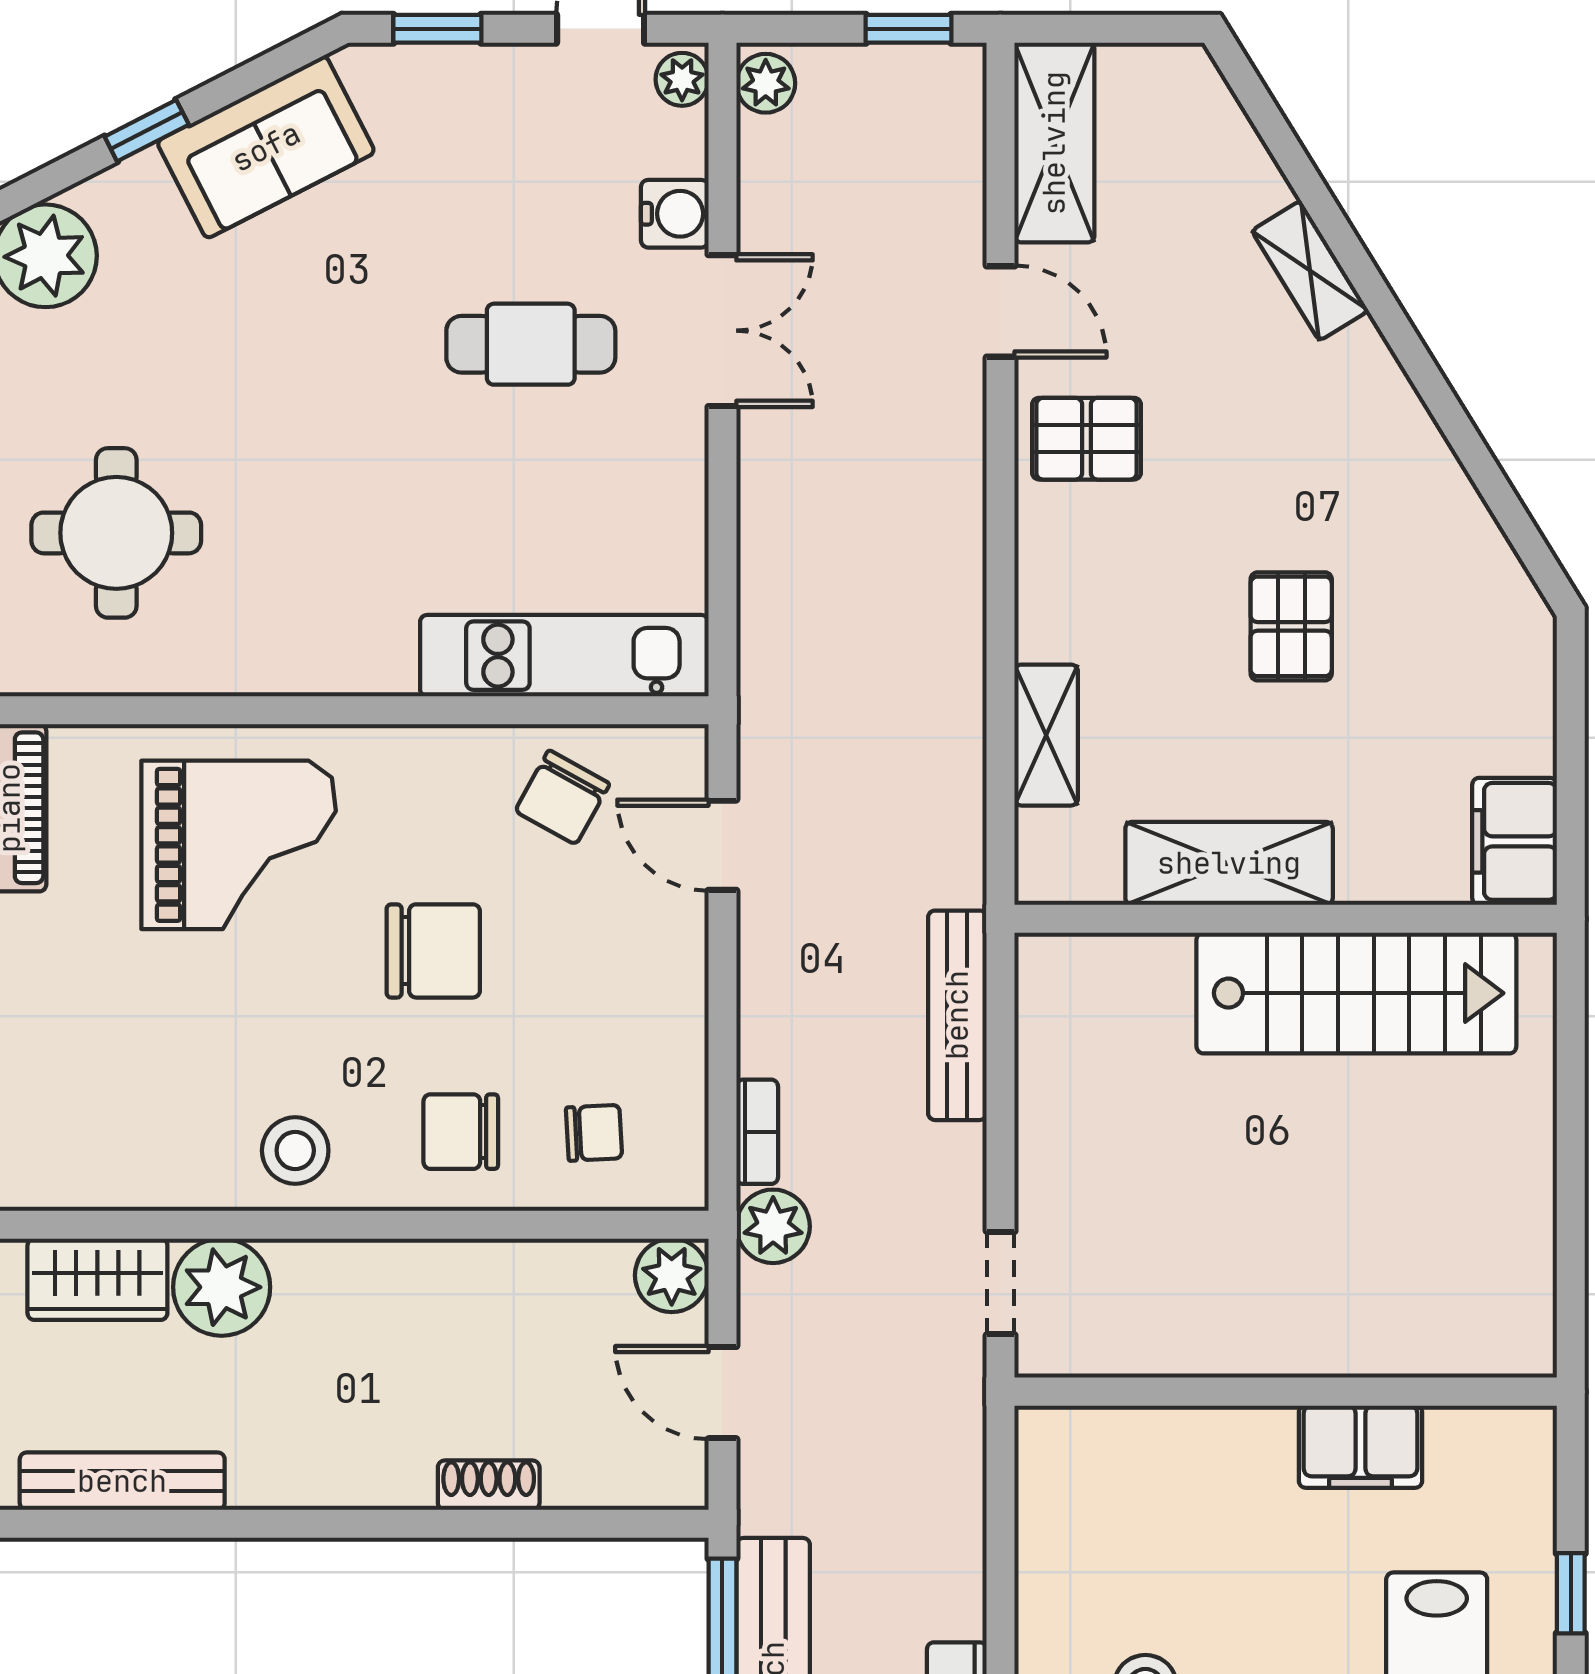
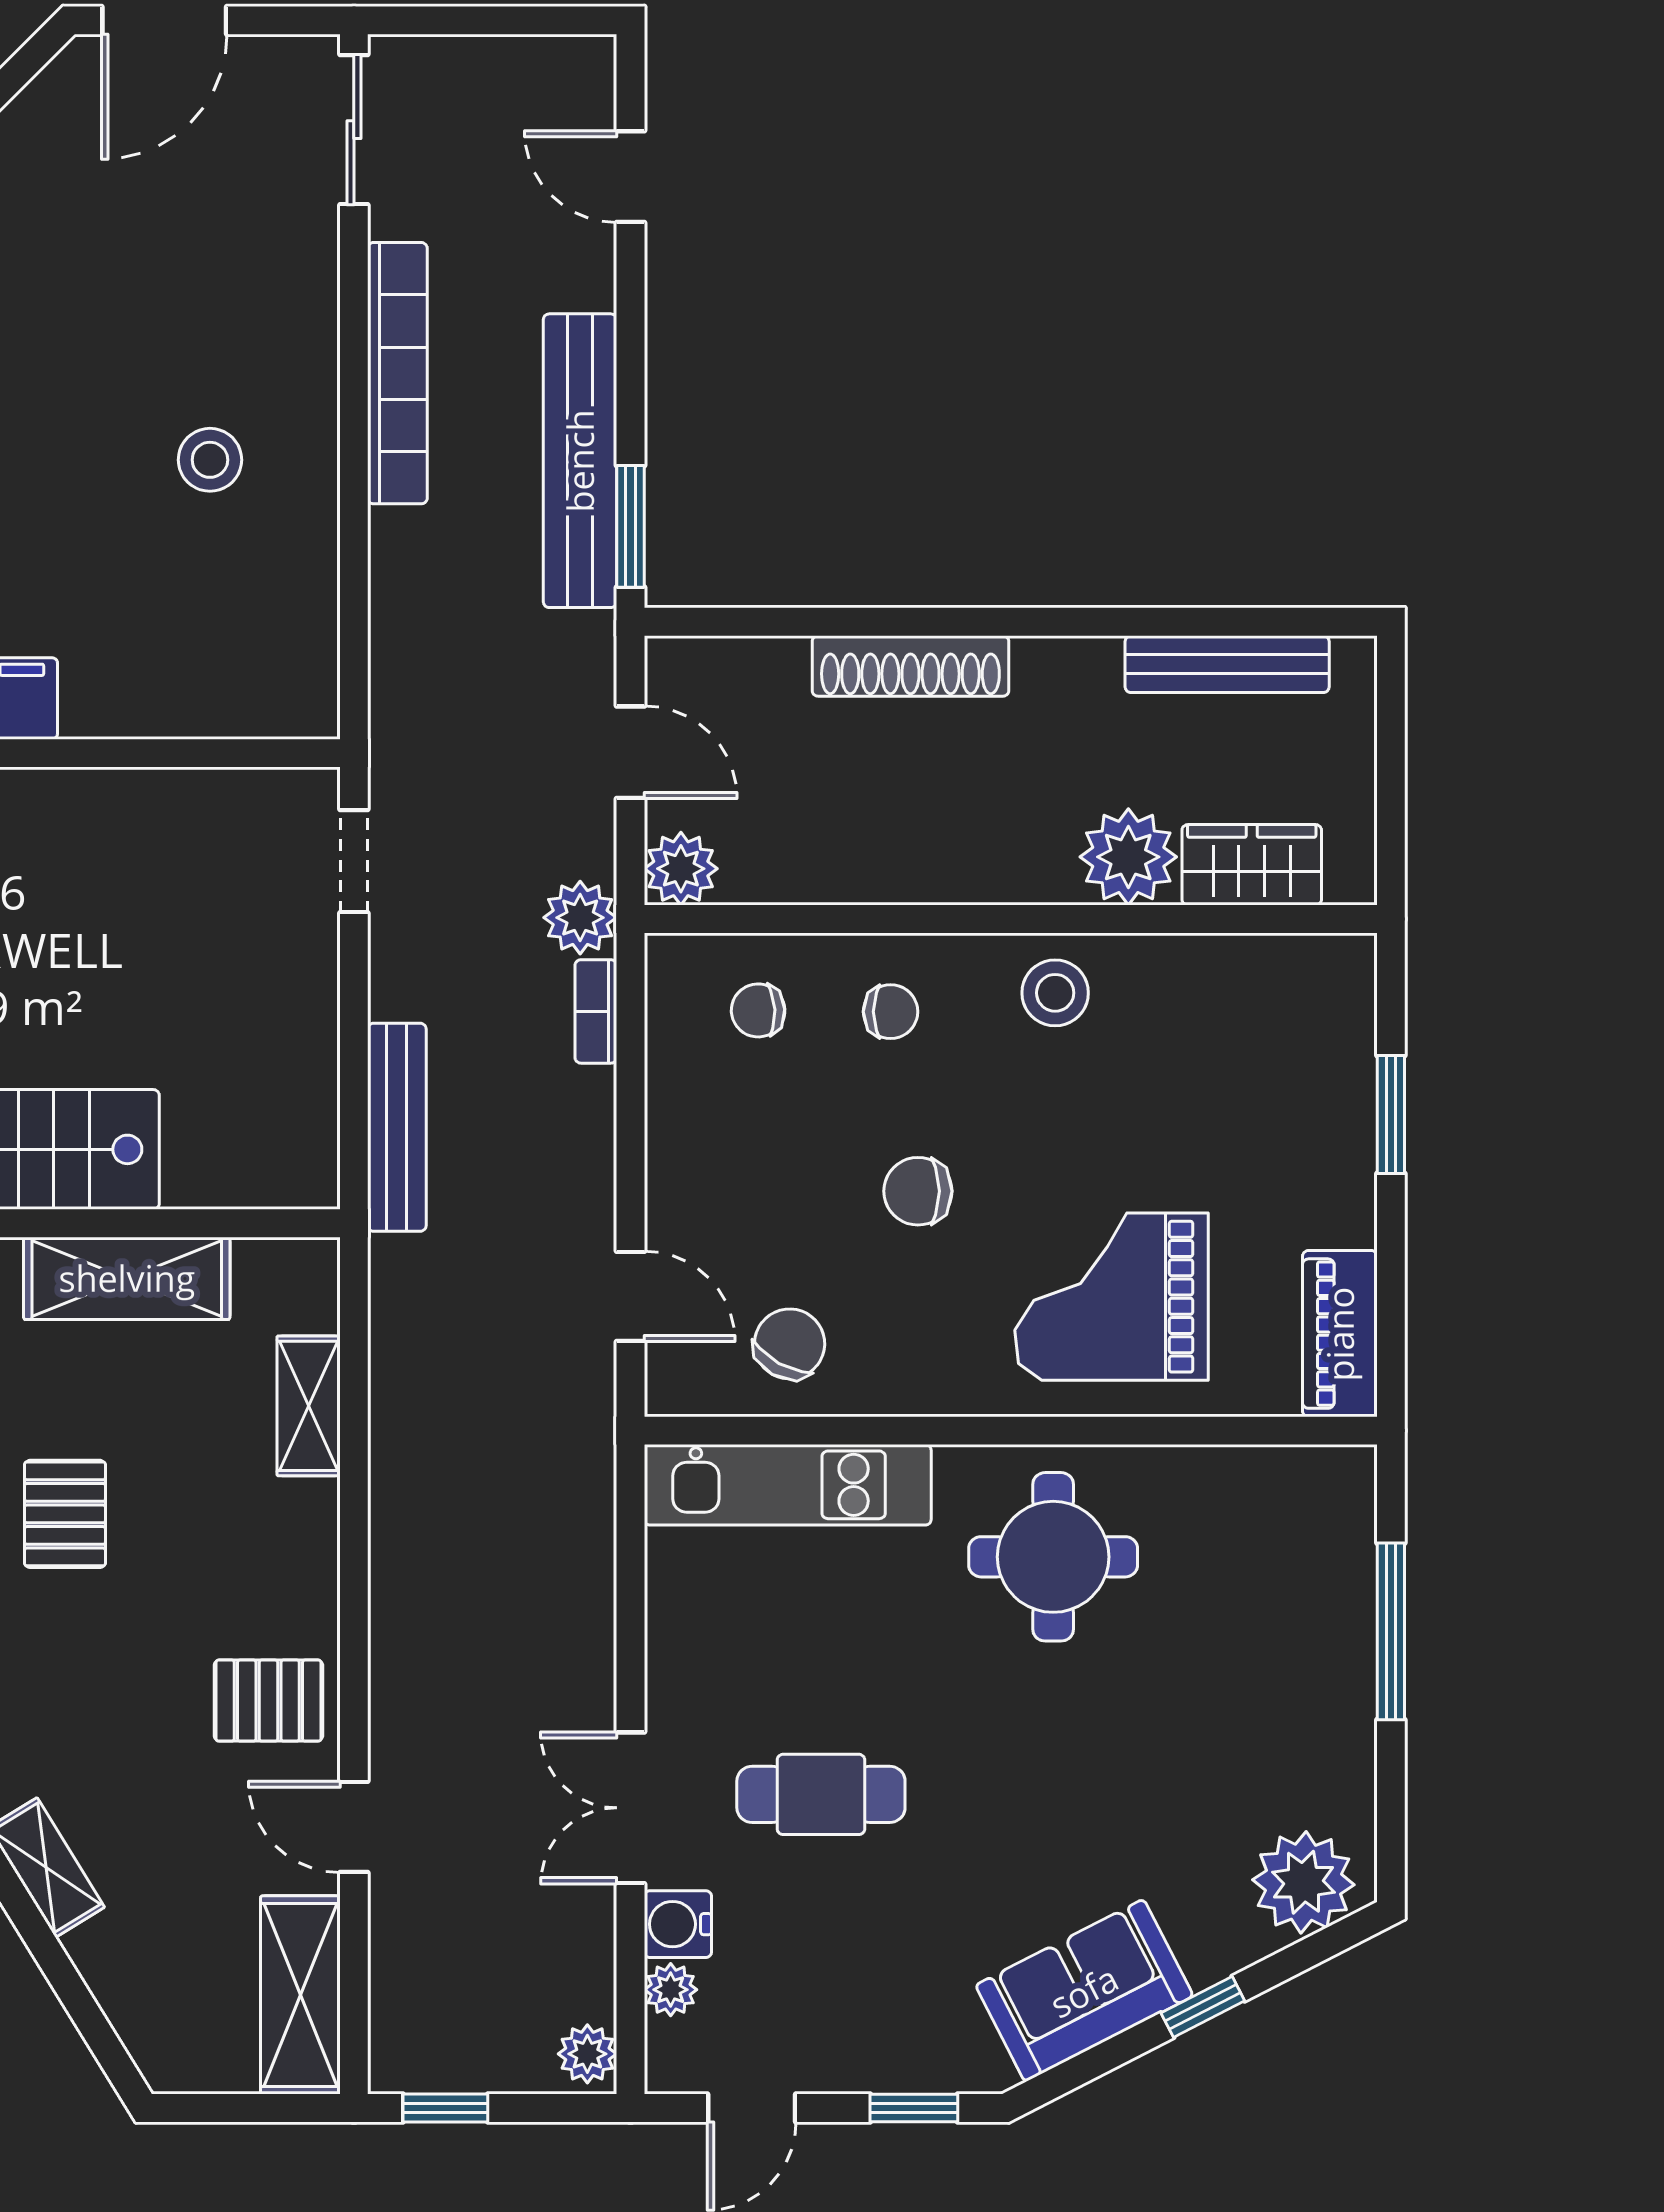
plant: (682, 79) -> (671, 1990), moved
round table: (116, 533) -> (1053, 1557), moved
chair: (433, 951) -> (918, 1191), width x0.73, depth x0.73
chair: (461, 1132) -> (891, 1012), width x0.73, depth x0.73
shoe rack: (489, 1485) -> (910, 666), width x1.94, depth x1.24

